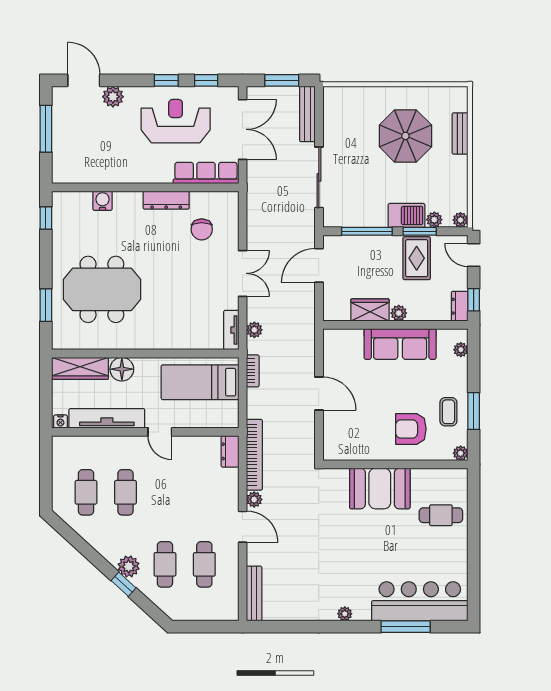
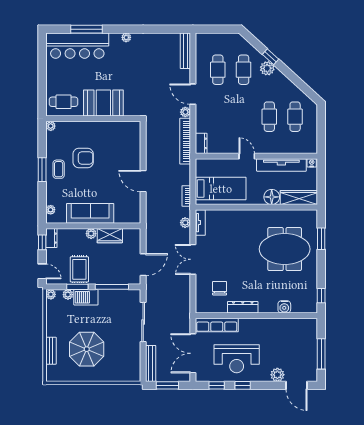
plant: (461, 453) -> (51, 126), moved
wall: (395, 464) -> (93, 119), moved
booth: (380, 488) -> (103, 103), moved

